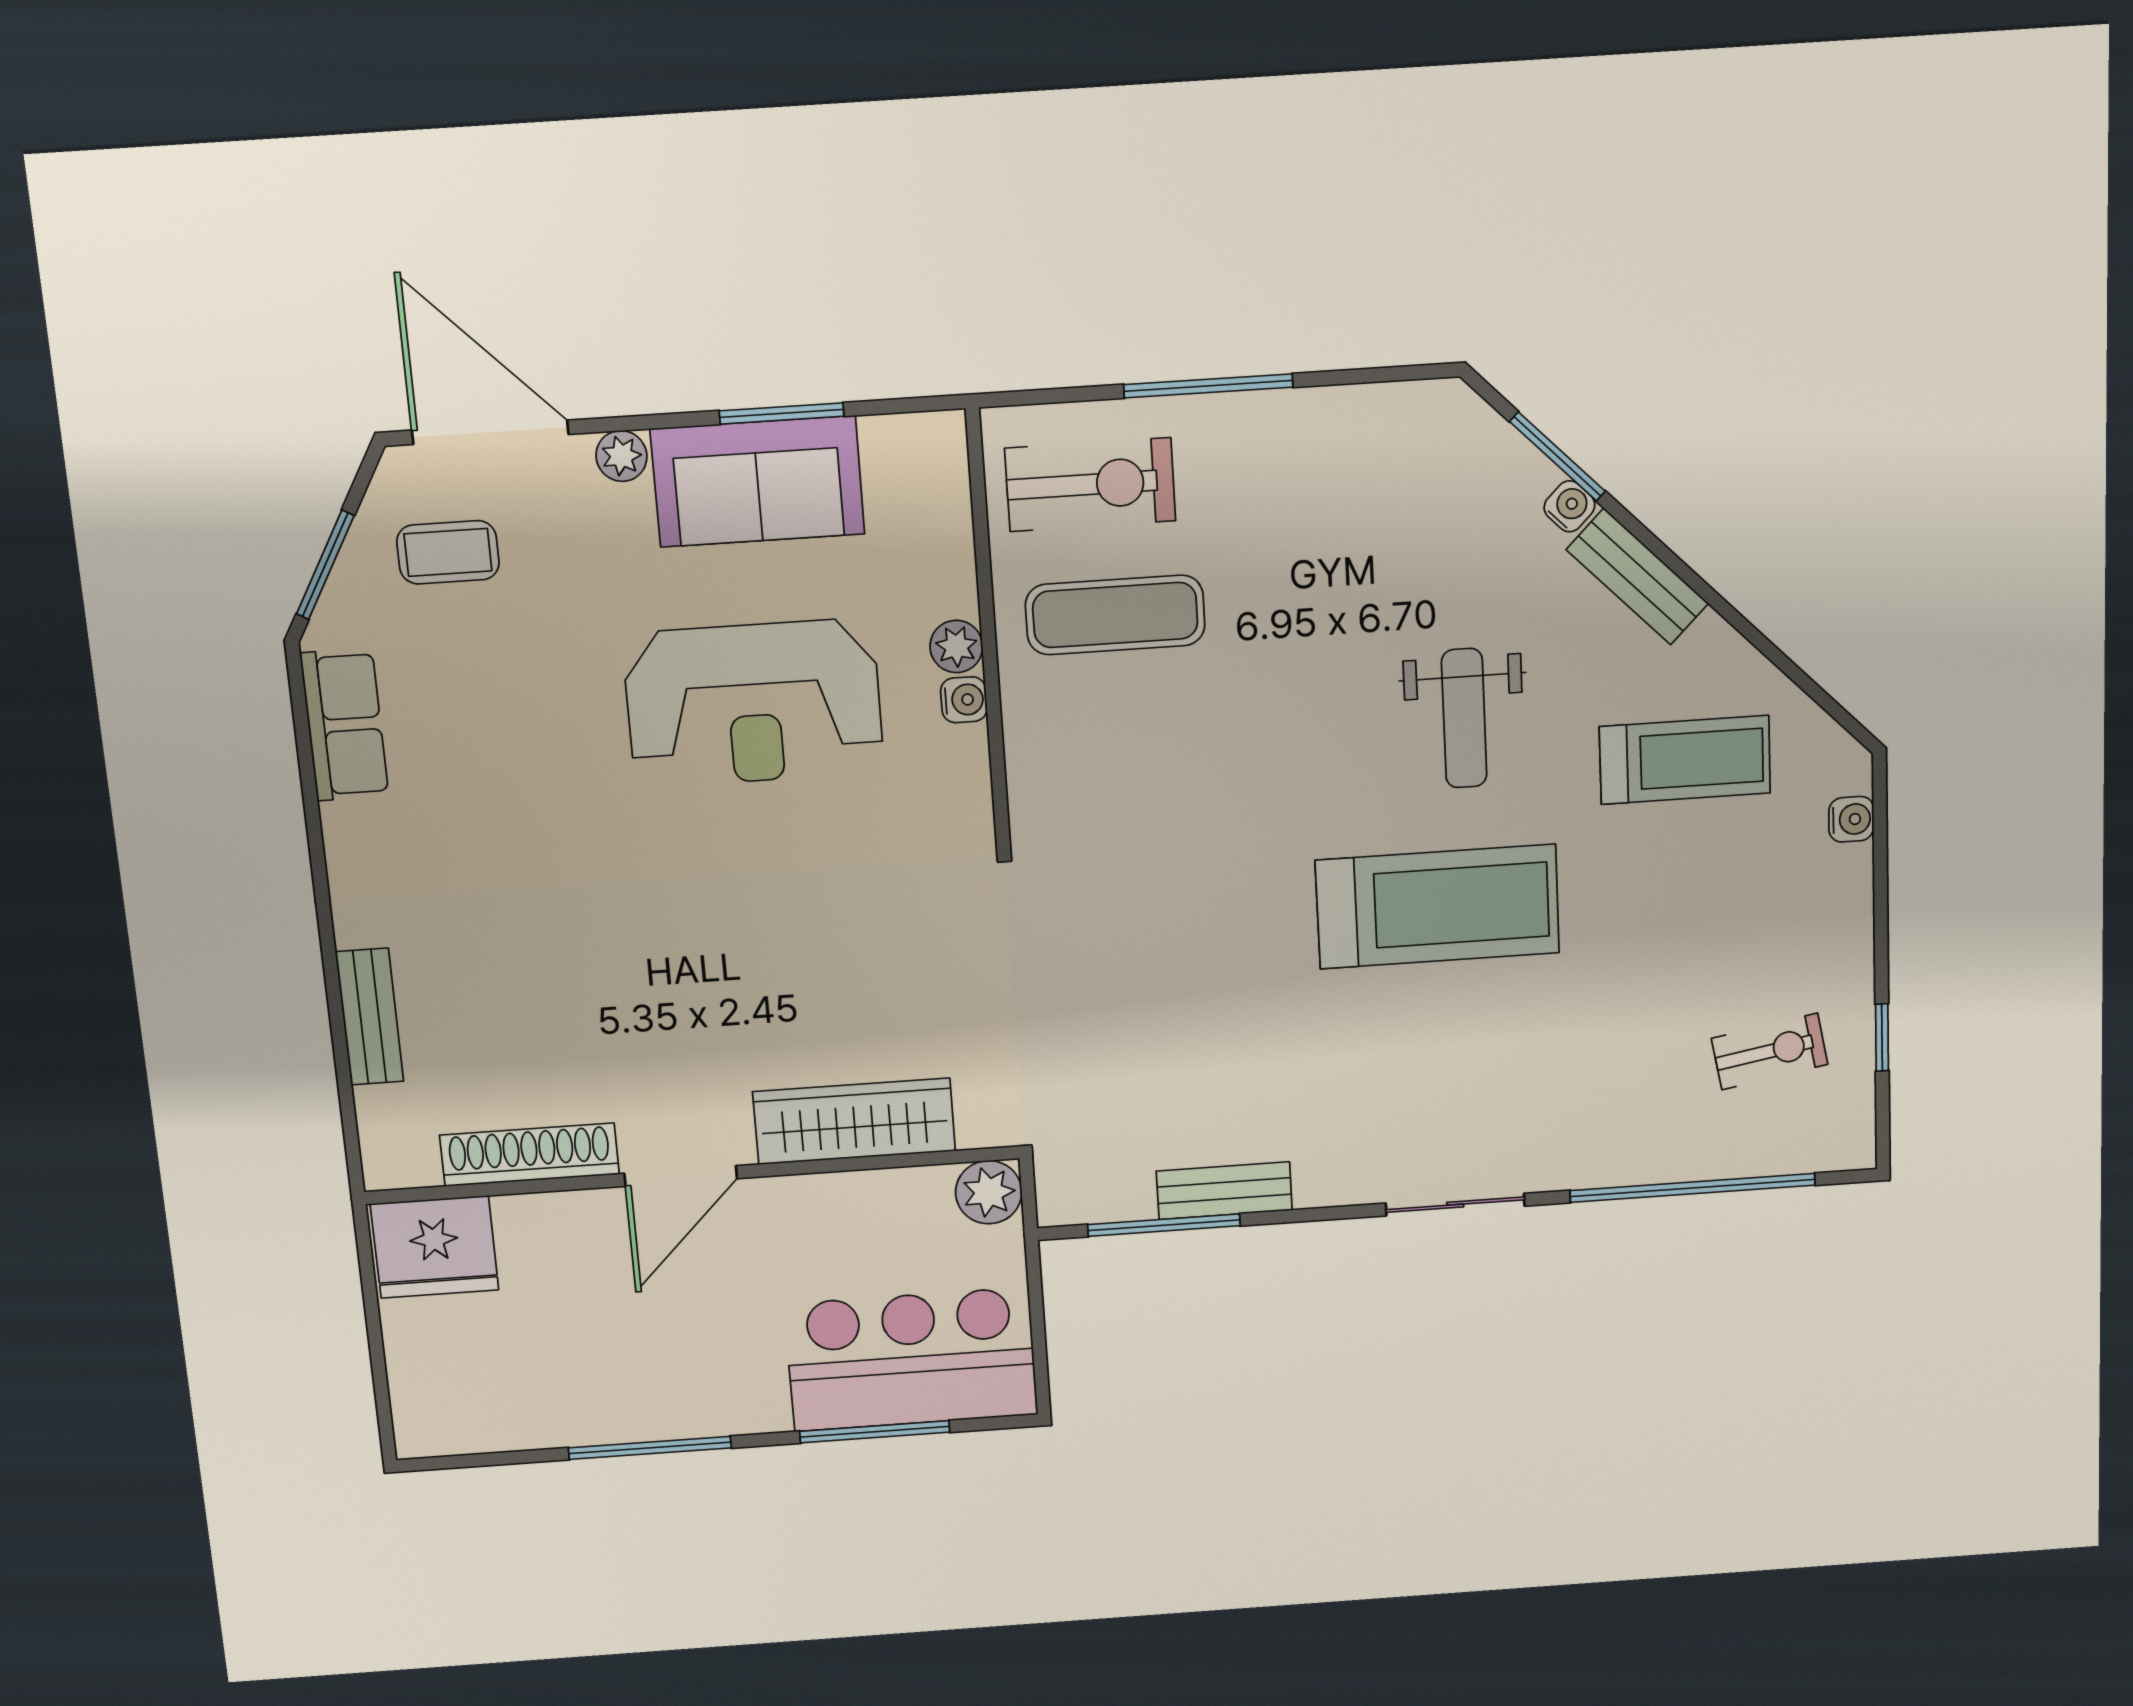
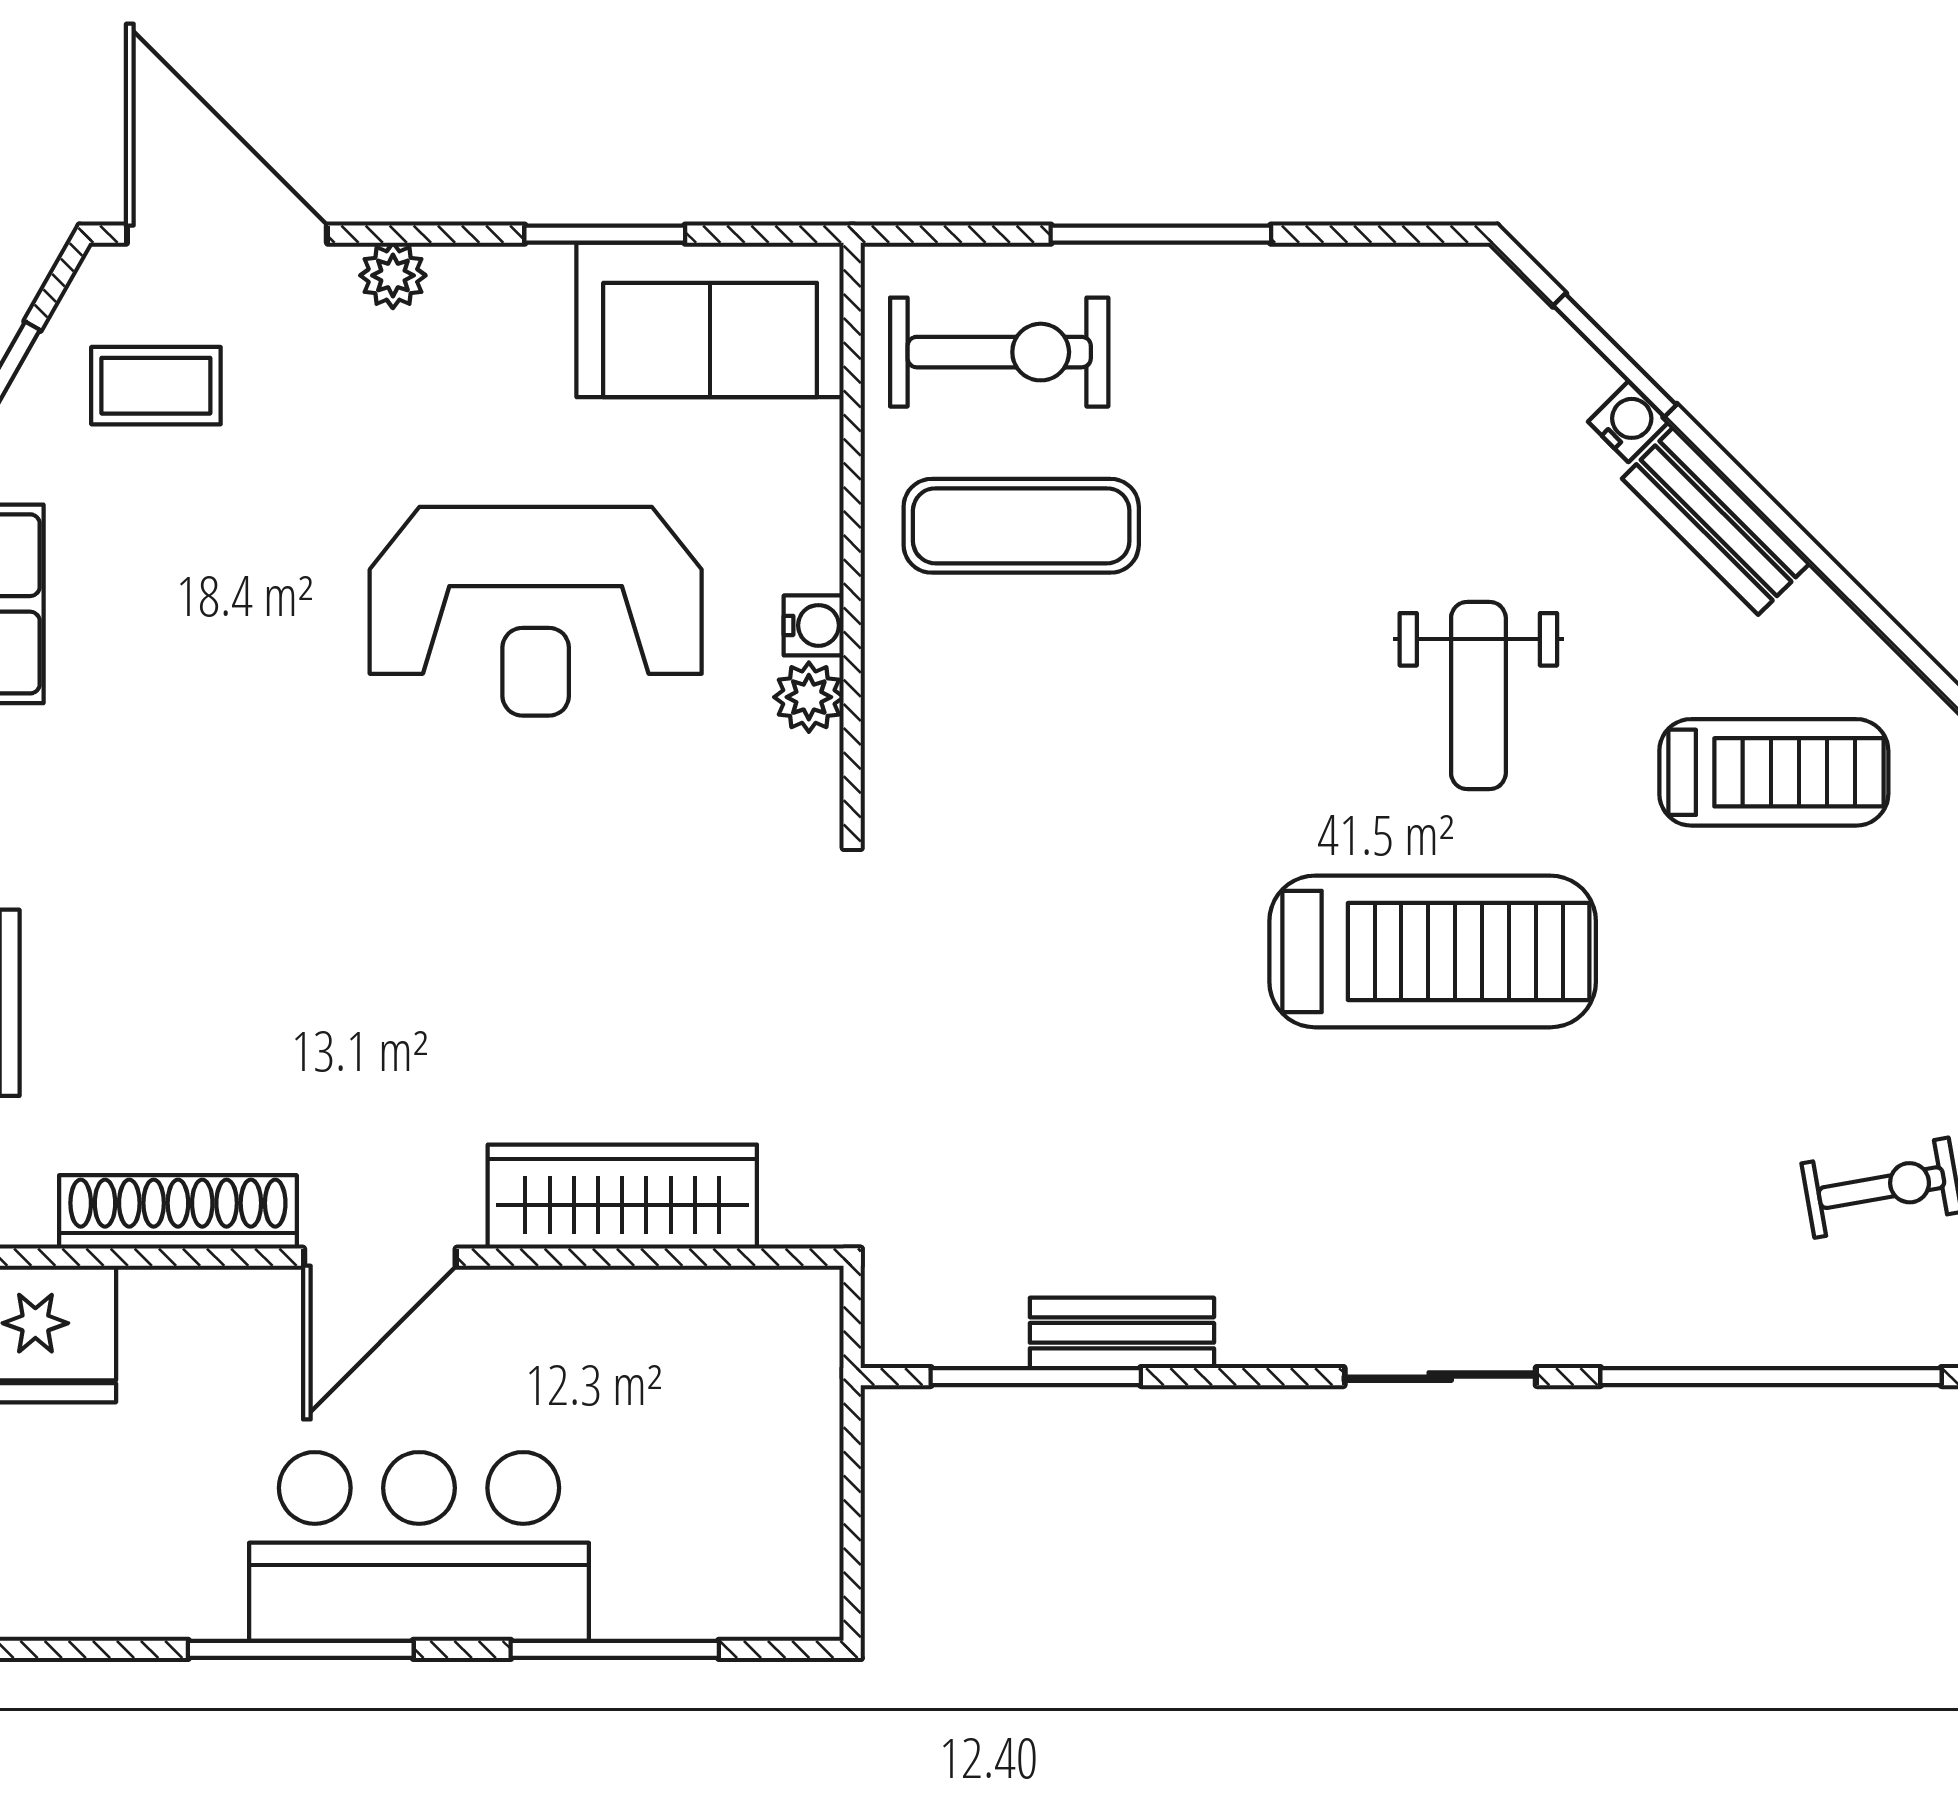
sofa: (758, 481) -> (710, 320), moved
plant: (956, 647) -> (809, 697), moved
plant: (989, 1192) -> (798, 1311), removed
bar counter: (911, 1359) -> (419, 1546), moved

